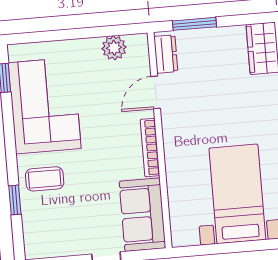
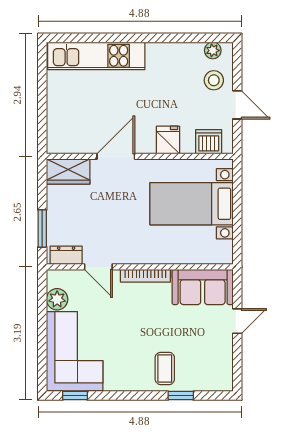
corner sofa: (45, 106) -> (75, 351), moved, turned 90

